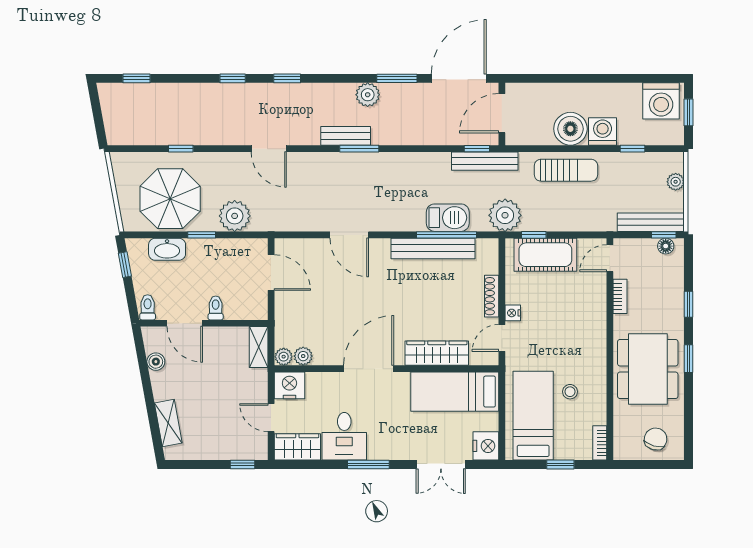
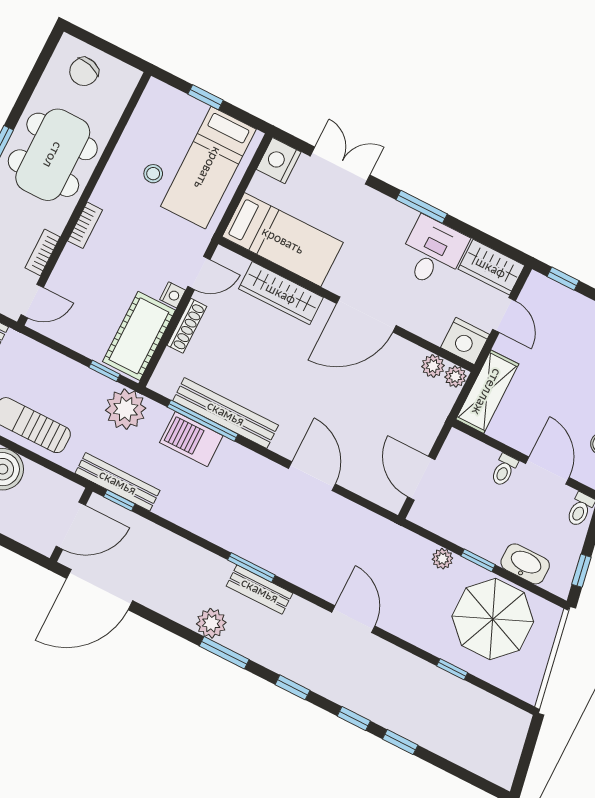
window: (136, 78) -> (400, 742), moved
window: (397, 78) -> (224, 653), moved
plant: (235, 216) -> (442, 559), width x0.53, depth x0.53
cot: (545, 255) -> (139, 336), moved, turned 90
shelving: (259, 347) -> (487, 392), width x1.50, depth x1.33
bookcase: (600, 443) -> (85, 225), moved

